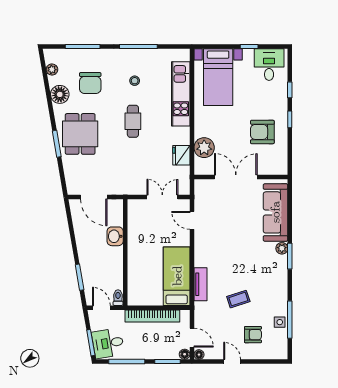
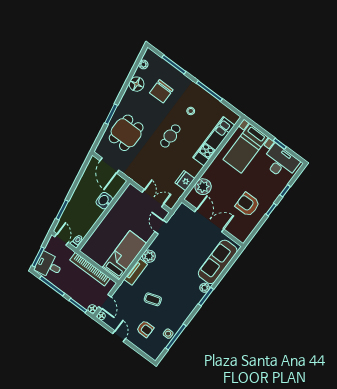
desk: (269, 65) -> (280, 162), width x1.37
dining table: (80, 134) -> (126, 133), moved
plant: (202, 259) -> (149, 256), added

